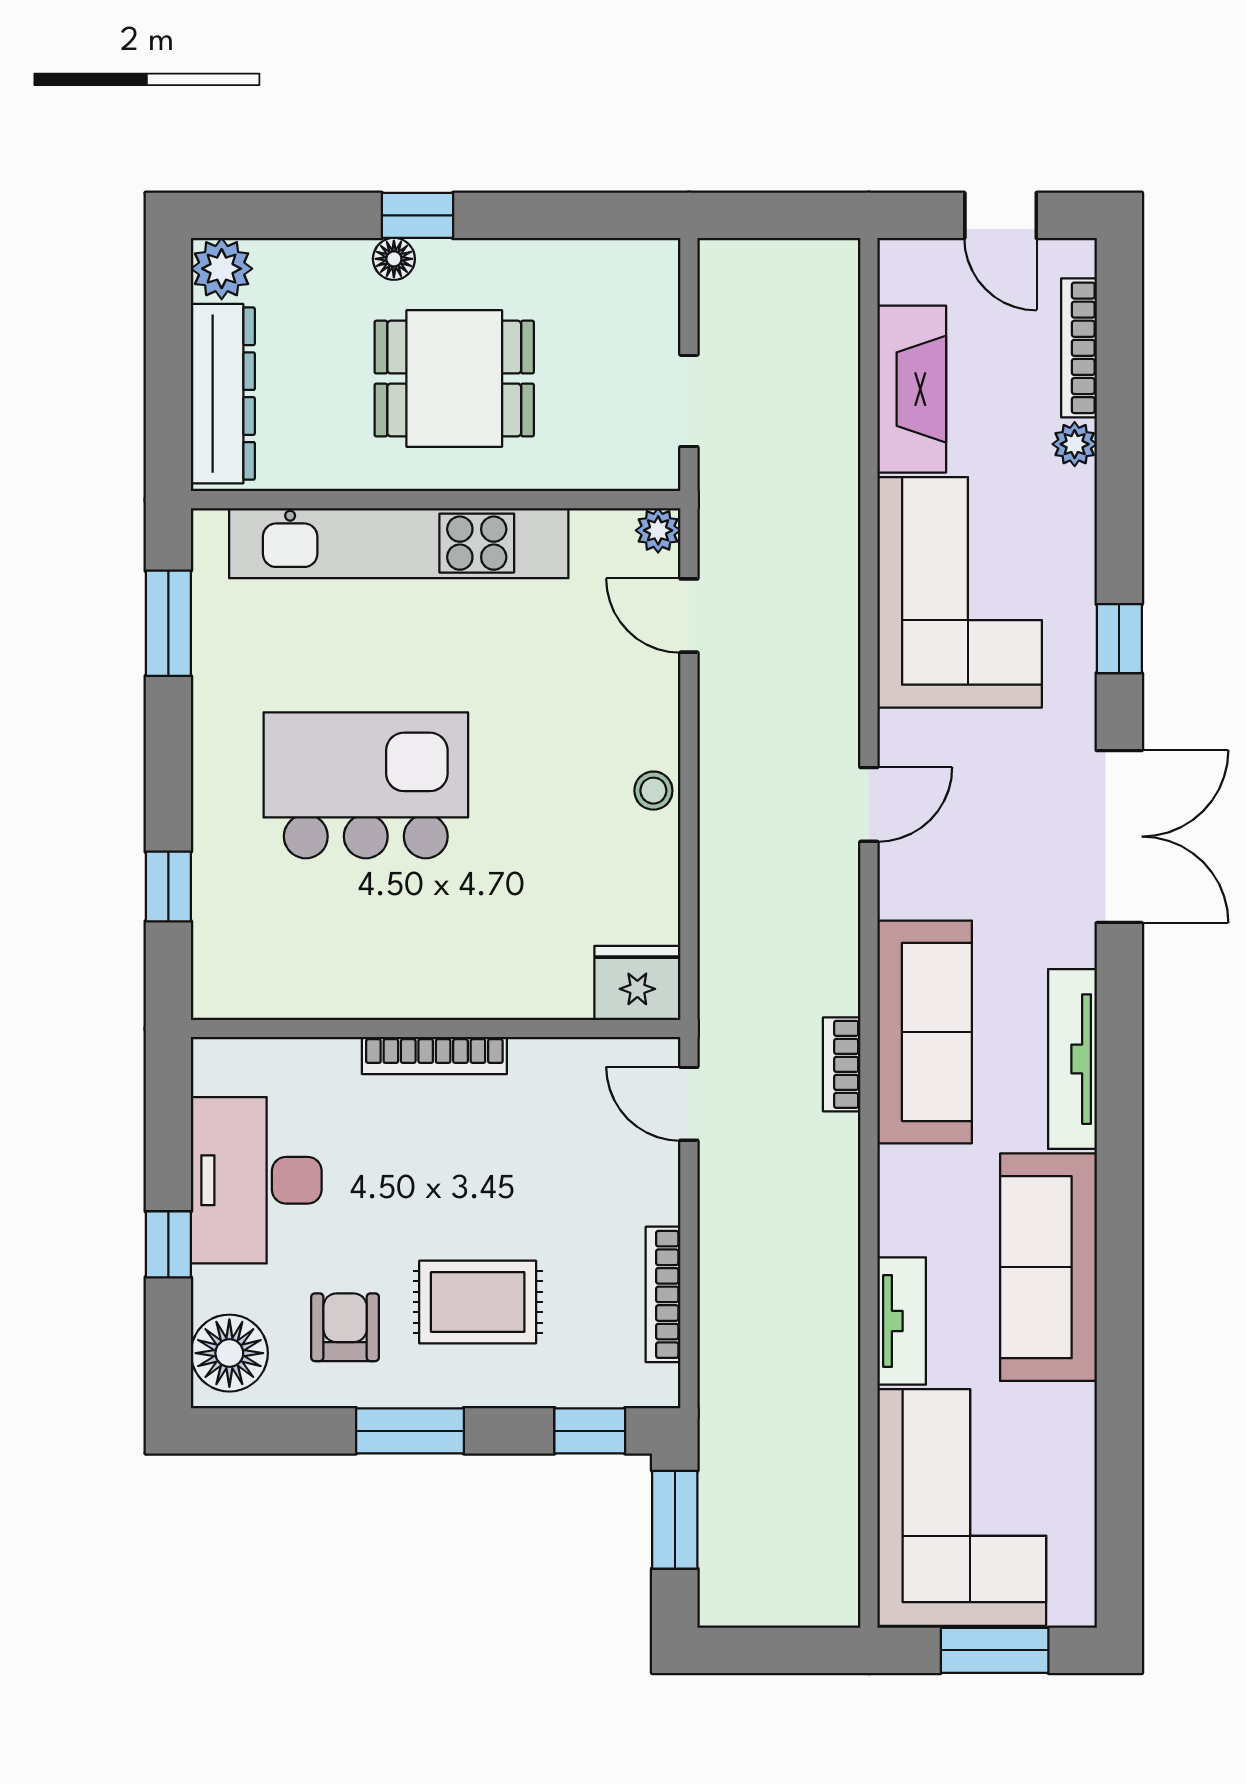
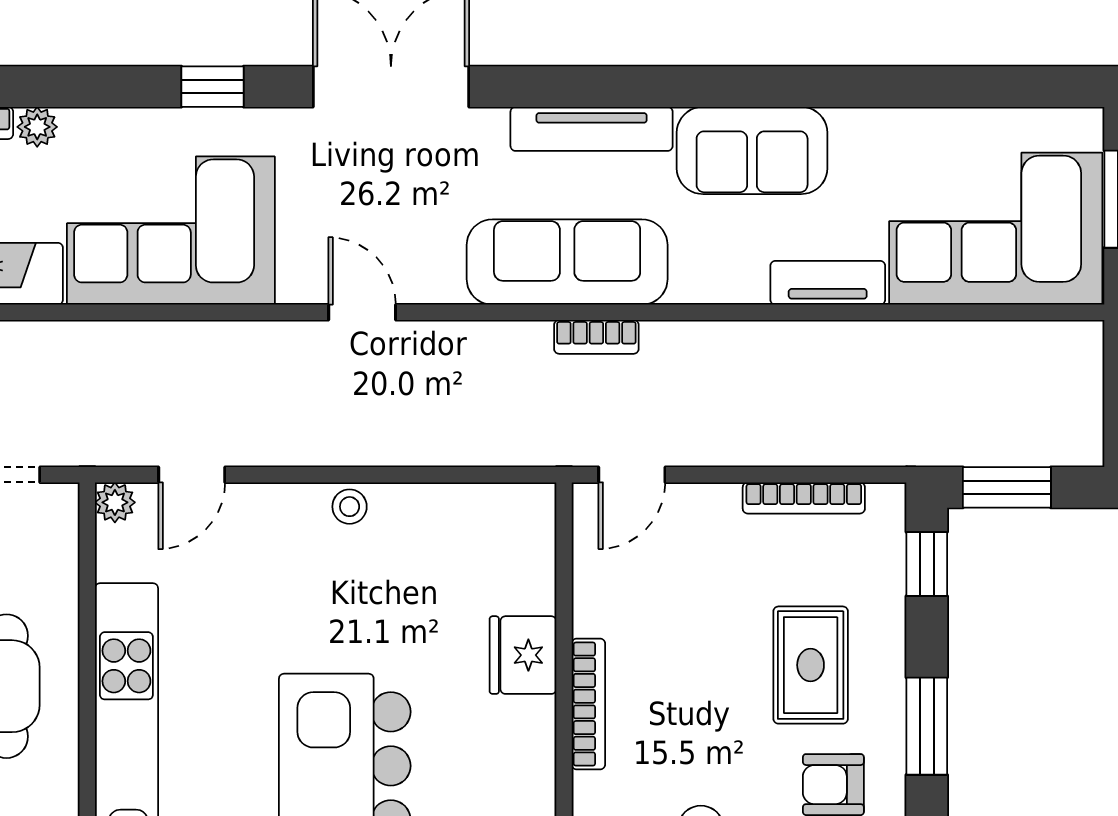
fridge: (637, 983) -> (523, 655), moved
sofa: (1048, 1267) -> (752, 150), width x0.73

